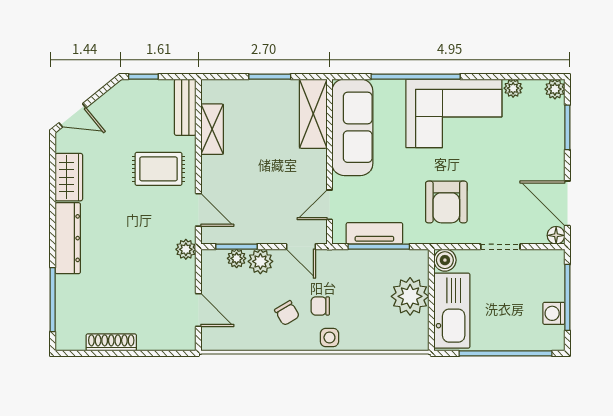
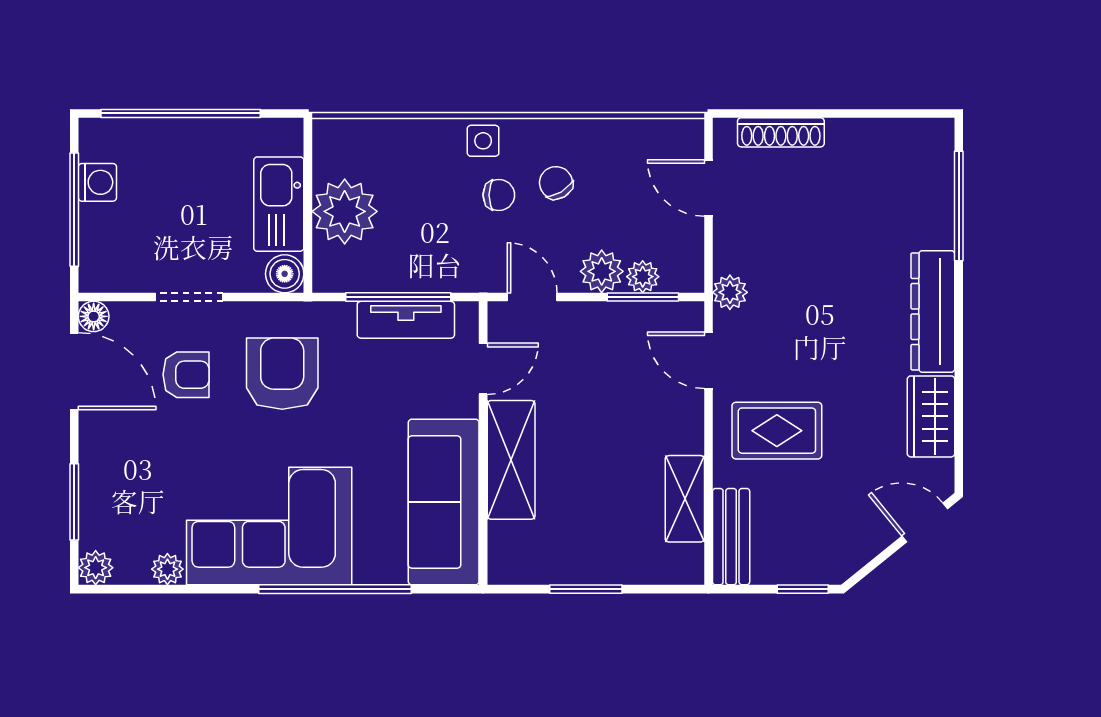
shelving: (313, 114) -> (511, 460), moved
armchair: (502, 201) -> (186, 375), added
kitchen sink: (452, 311) -> (279, 204), width x0.73, depth x0.81
shoe rack: (111, 342) -> (781, 132), moved

